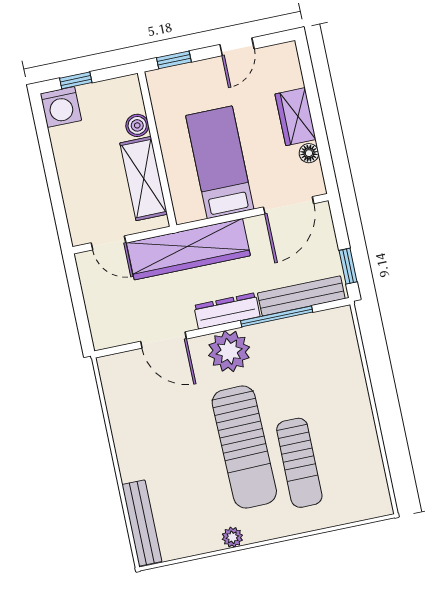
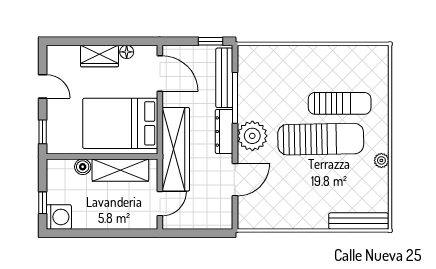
bed: (220, 162) -> (120, 123), width x1.50

